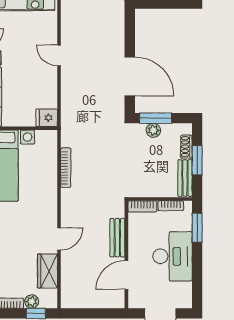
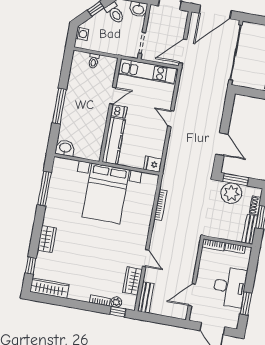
door: (130, 76) -> (222, 144), width x0.73
plant: (153, 130) -> (231, 193), width x1.88, depth x1.88
window: (197, 228) -> (246, 303), moved
bench: (117, 238) -> (146, 297), moved
door: (59, 239) -> (146, 258), hinge flipped

